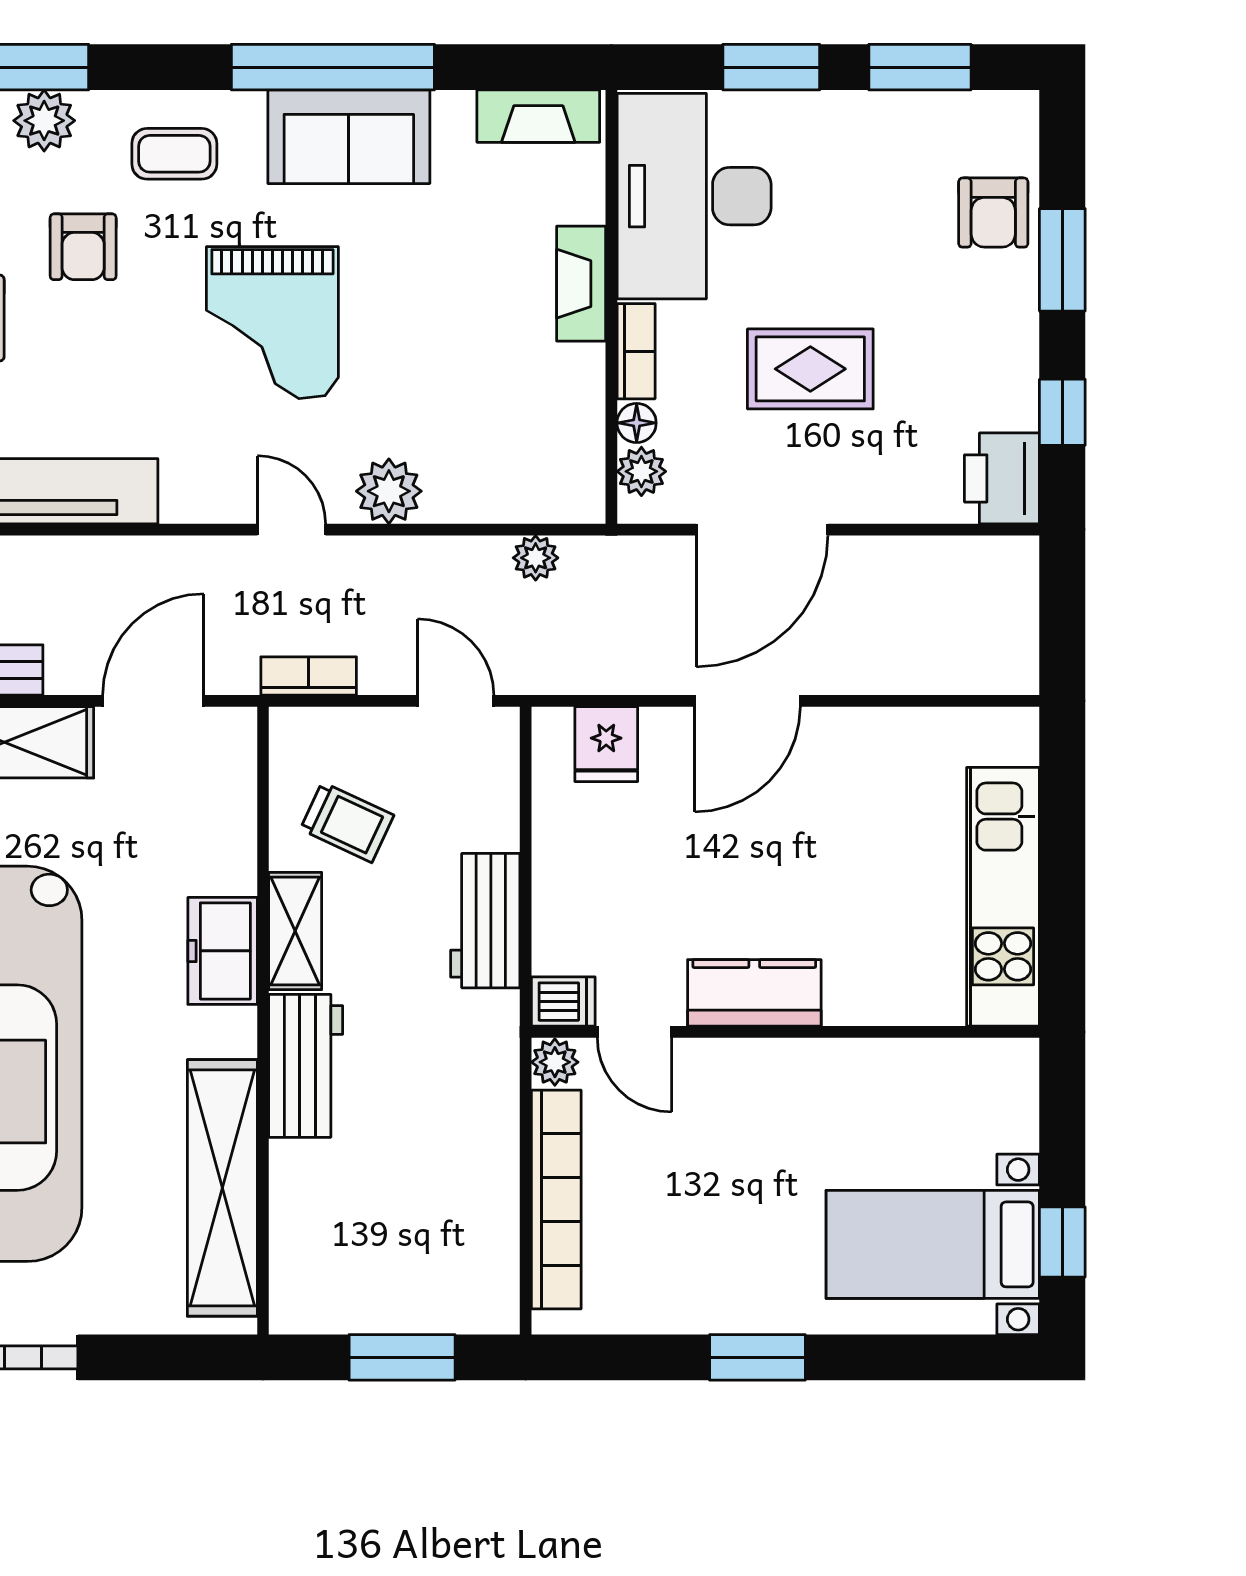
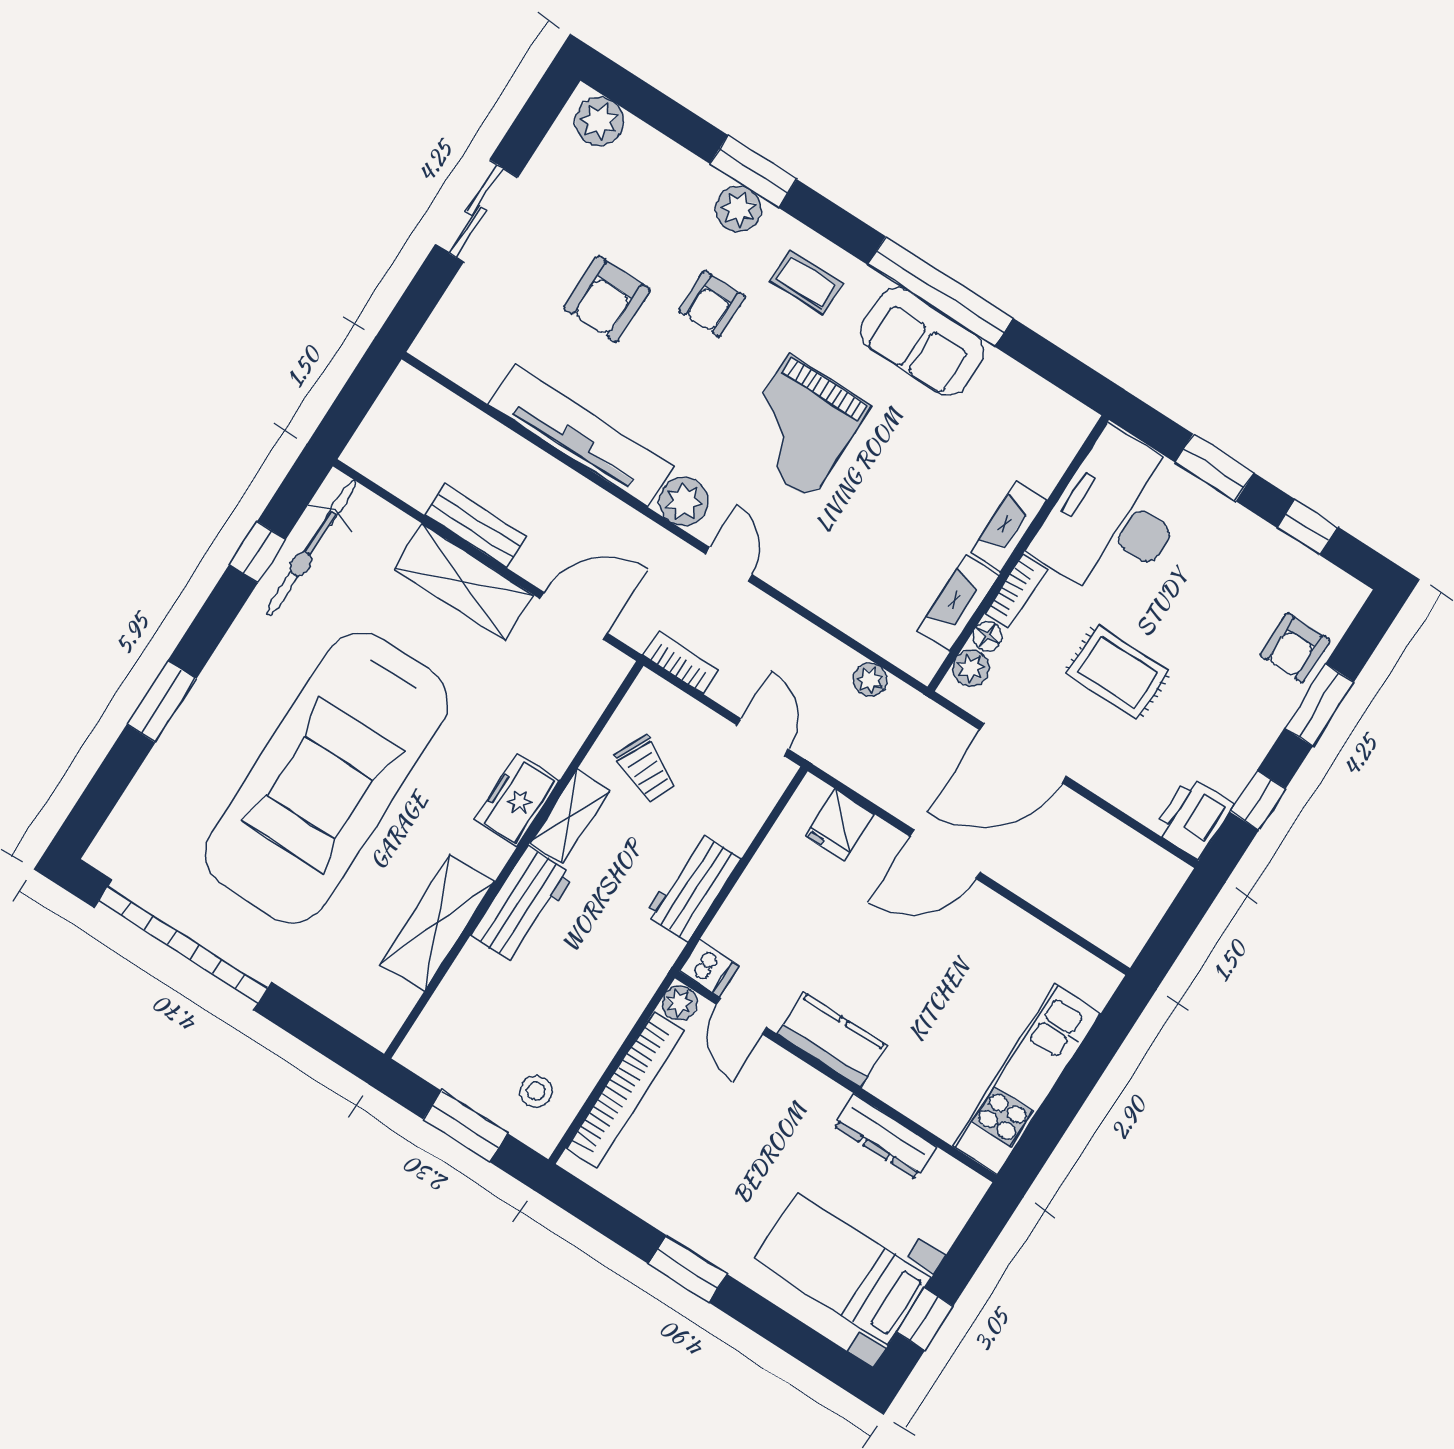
window: (920, 67) -> (1307, 527), width x0.67
fireplace: (538, 116) -> (958, 603), moved, turned 90
plant: (389, 491) -> (684, 501), moved
dresser: (885, 1064) -> (885, 1136), added
shelving: (222, 1188) -> (437, 923), width x0.68
stool: (456, 1267) -> (536, 1091), added

